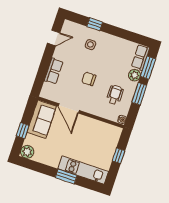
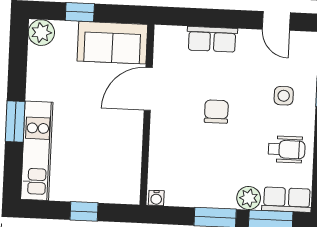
wheelchair: (115, 95) -> (287, 149), moved

